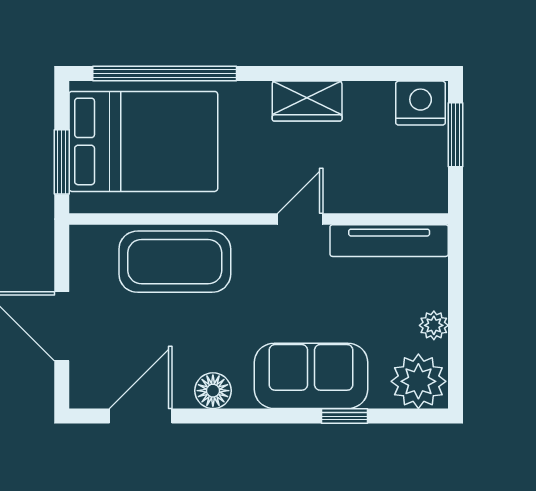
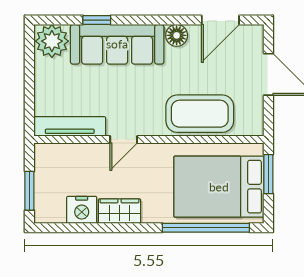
nightstand: (421, 103) -> (82, 210), moved
plant: (434, 325) -> (43, 75), removed
sofa: (311, 376) -> (117, 44), width x1.36

